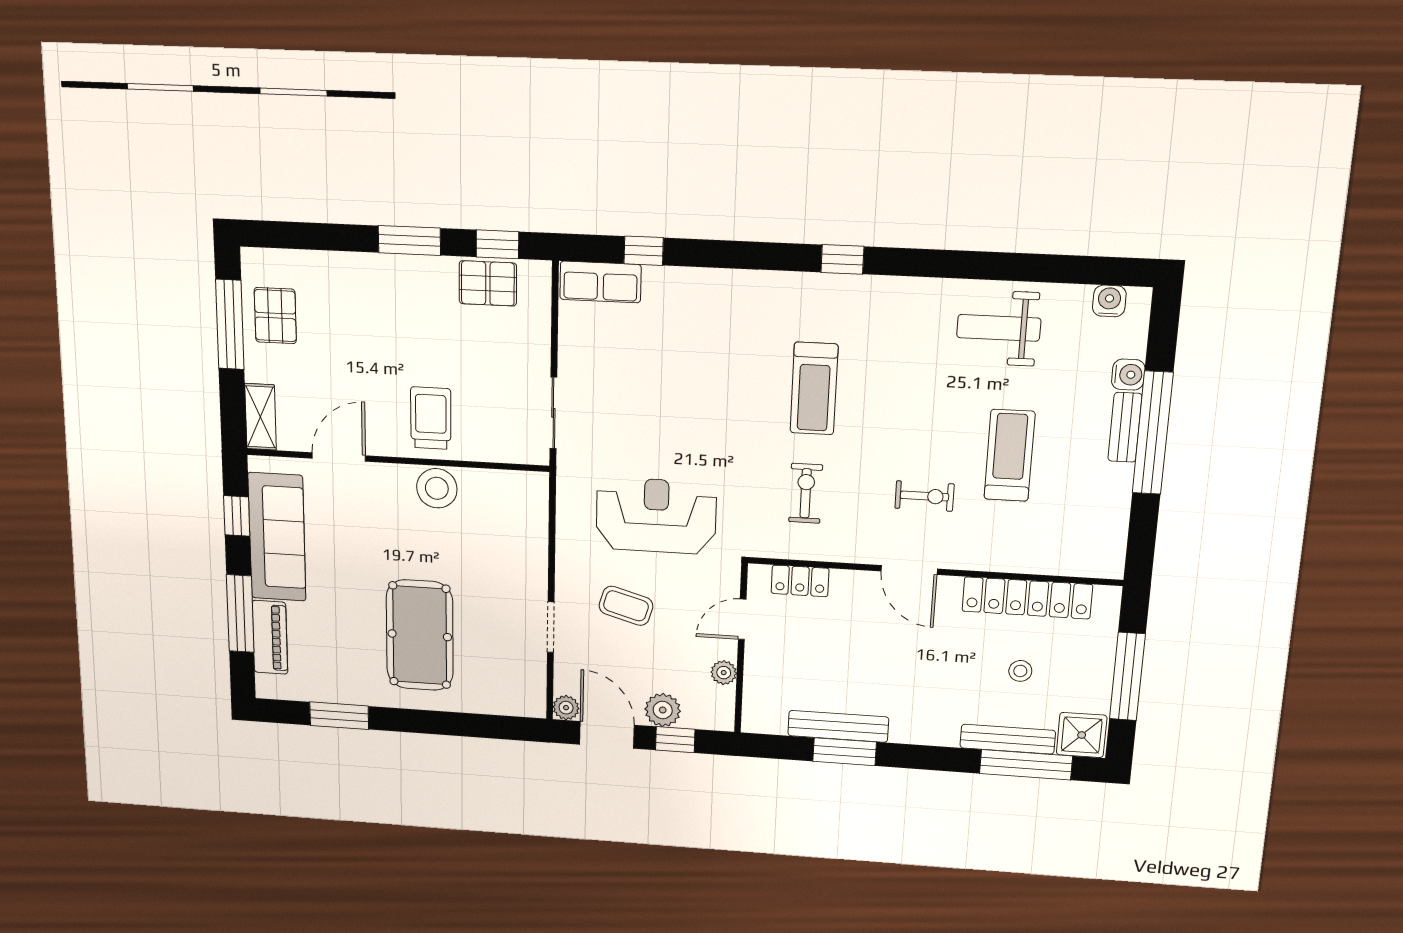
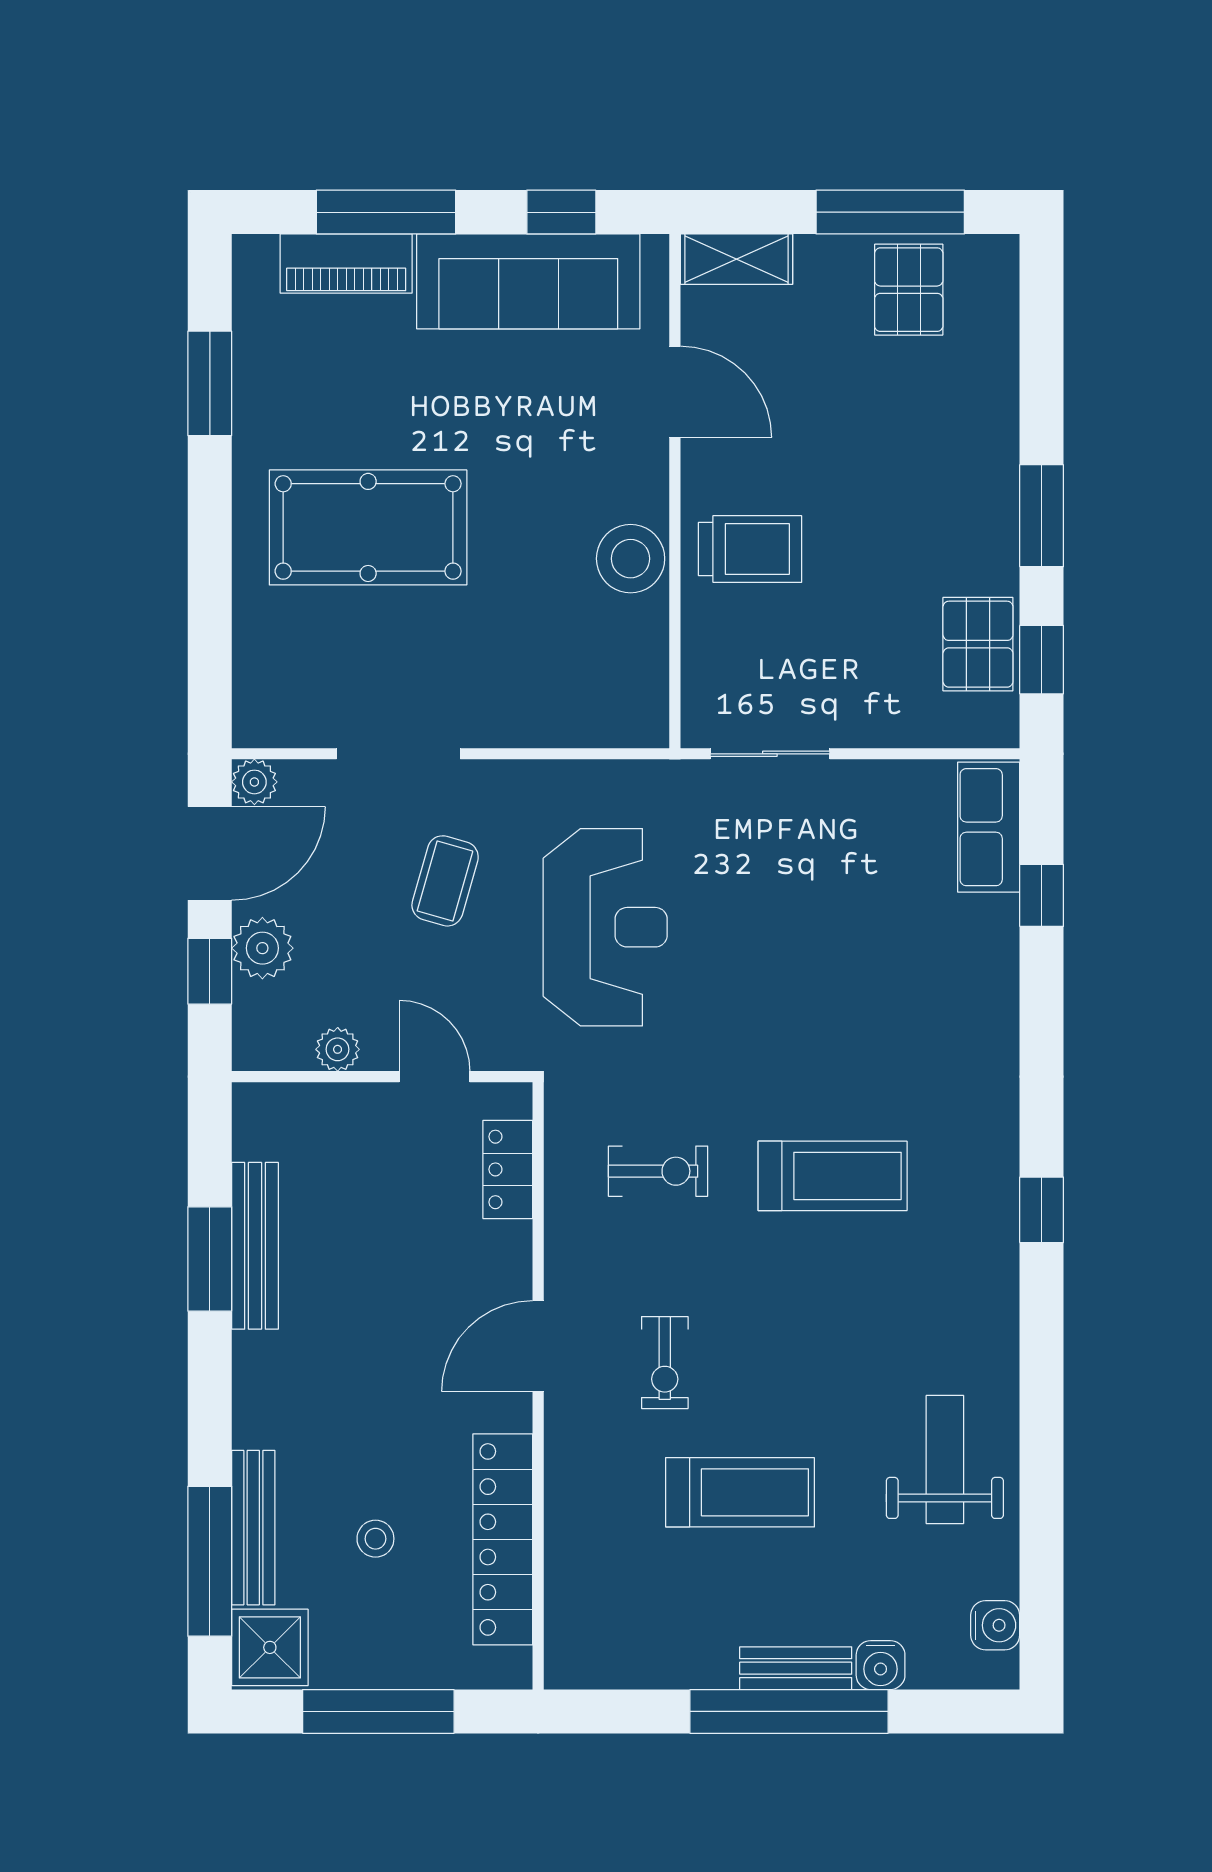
pallet: (275, 316) -> (909, 290), turned 90
treadmill: (814, 389) -> (833, 1176), turned 180
doorway: (551, 627) -> (398, 754), width x1.38

